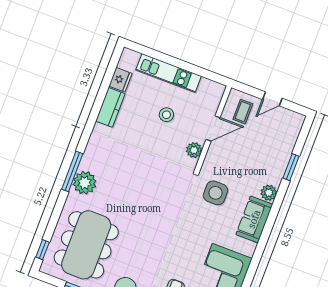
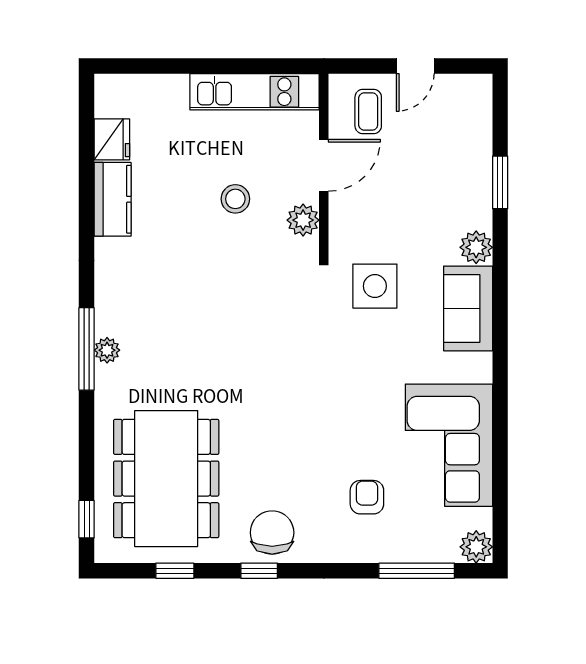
kitchen unit: (169, 73) -> (255, 92), moved
stool: (166, 115) -> (235, 199), moved
plant: (85, 183) -> (107, 350), width x0.53, depth x0.53

